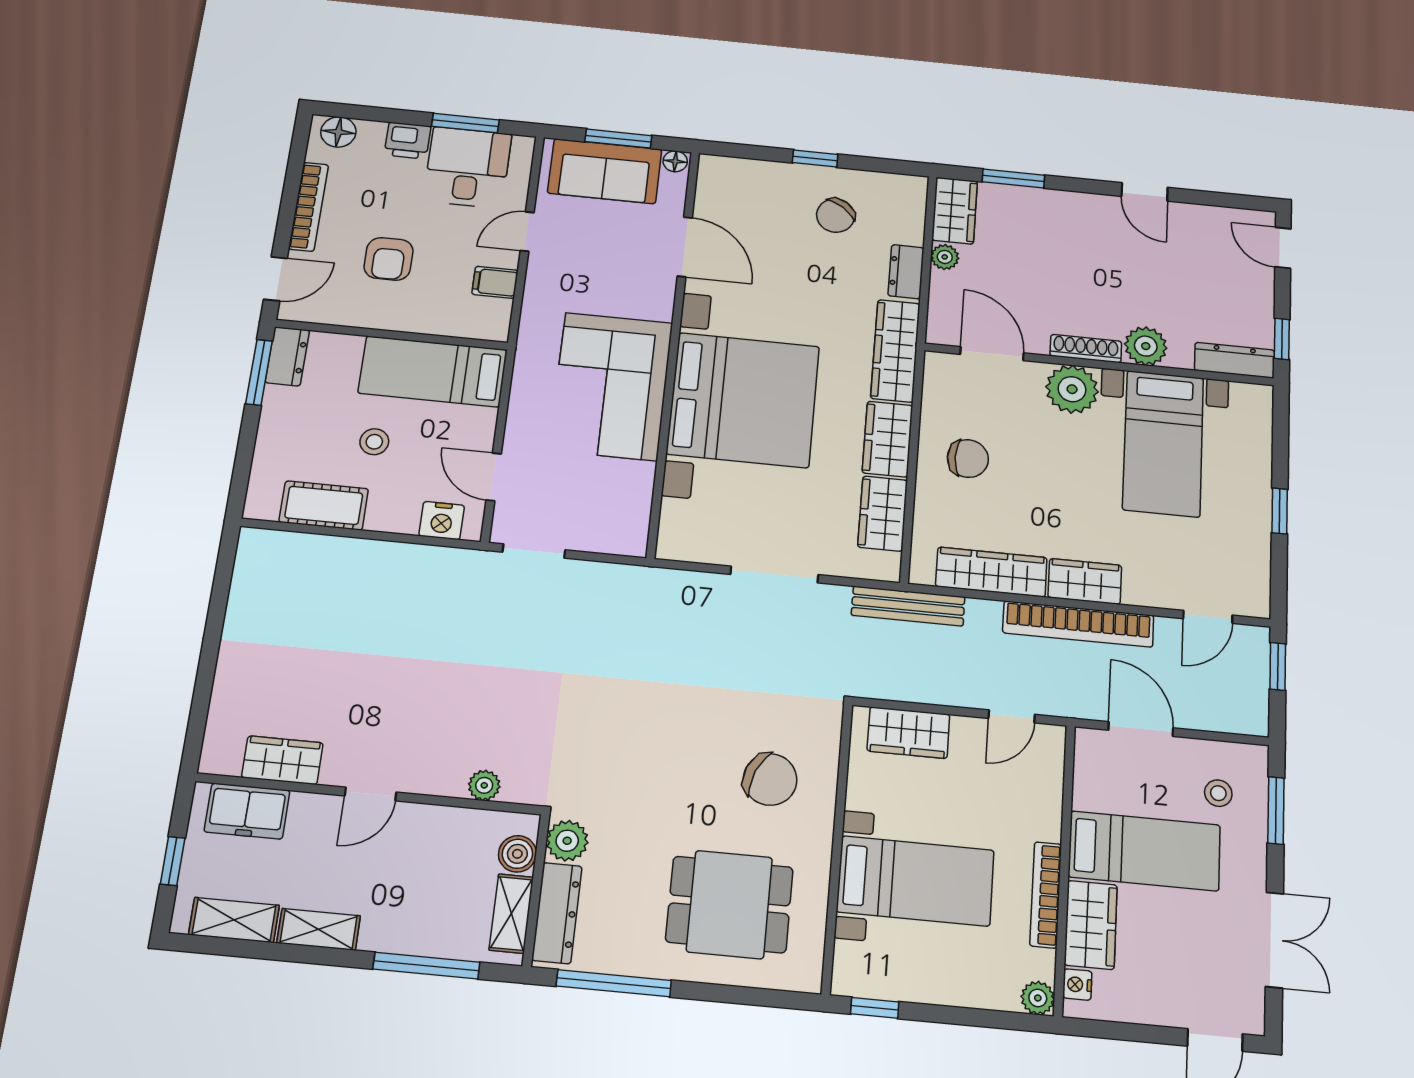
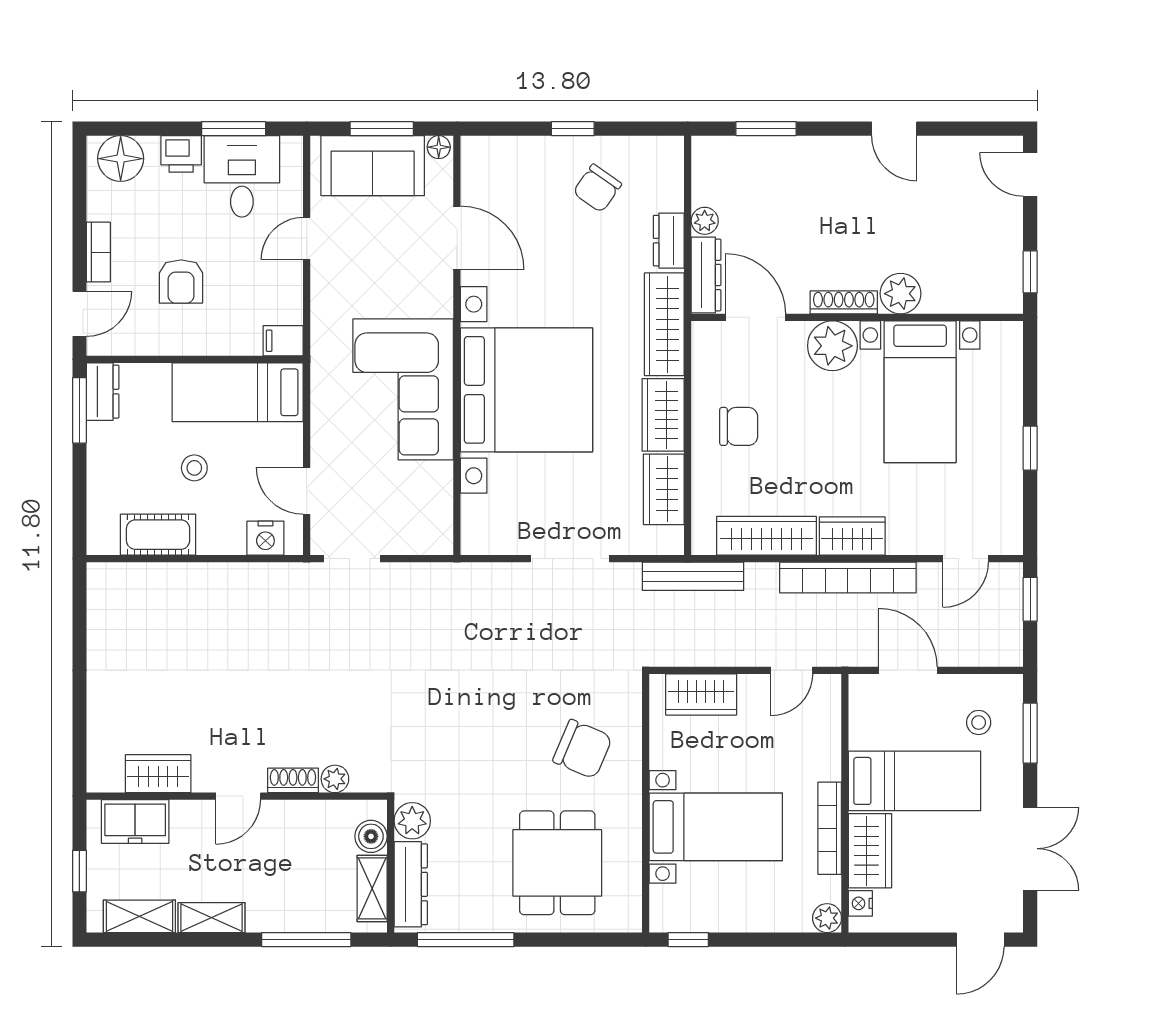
floor lamp: (338, 132) -> (121, 159), width x1.38, depth x1.38
bookcase: (309, 207) -> (98, 252), width x0.64
wardrobe: (955, 211) -> (711, 170), removed
filing cabinet: (495, 282) -> (283, 341), moved
dresser: (1235, 360) -> (706, 275), moved, turned 90
shoe rack: (436, 782) -> (293, 780), added
dining table: (729, 904) -> (557, 863), turned 90

